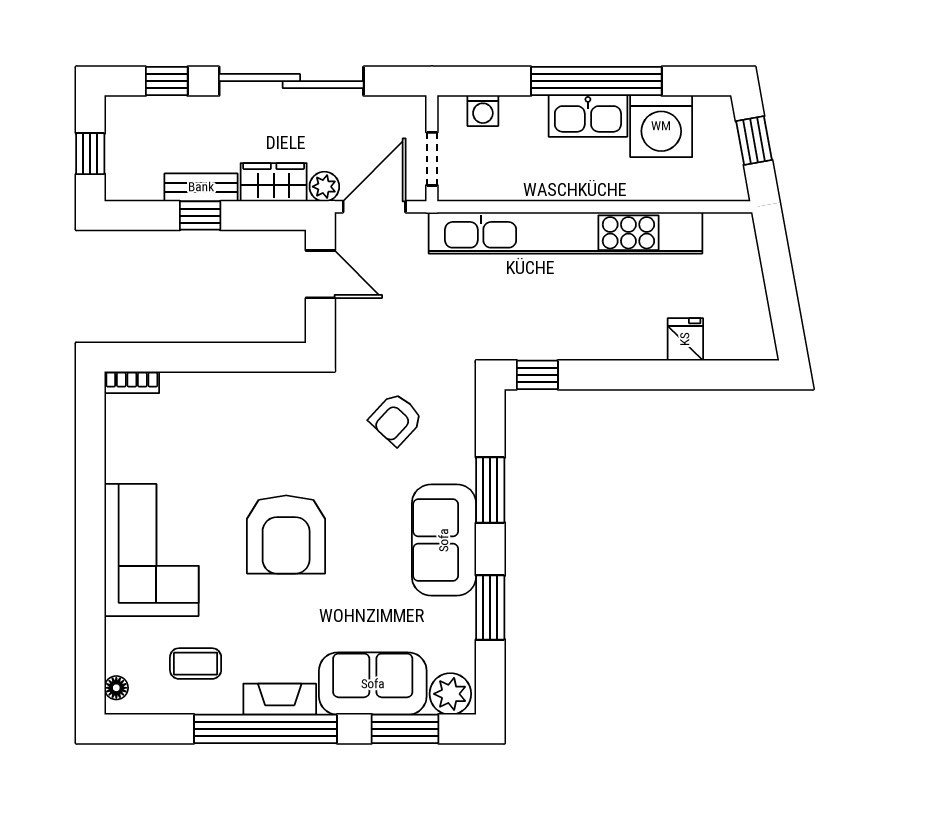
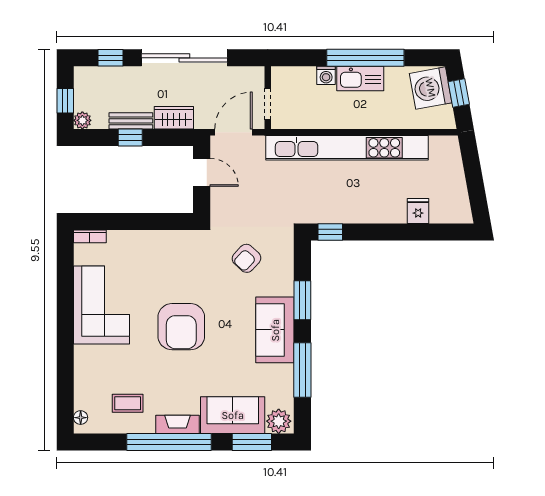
washing machine: (483, 111) -> (326, 75), moved
washing machine: (661, 126) -> (431, 88), moved, turned 80
plant: (324, 187) -> (82, 120), moved
corner sofa: (152, 550) -> (102, 305), moved
window: (490, 608) -> (302, 370), width x1.44

